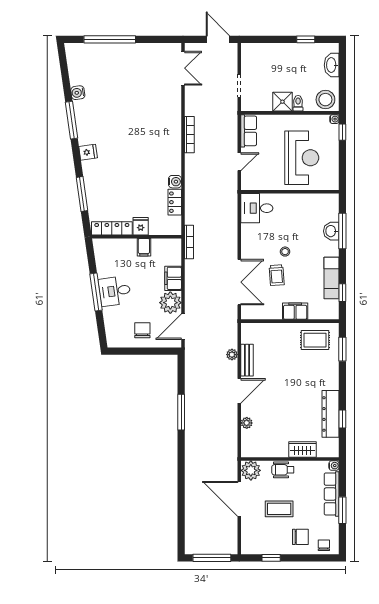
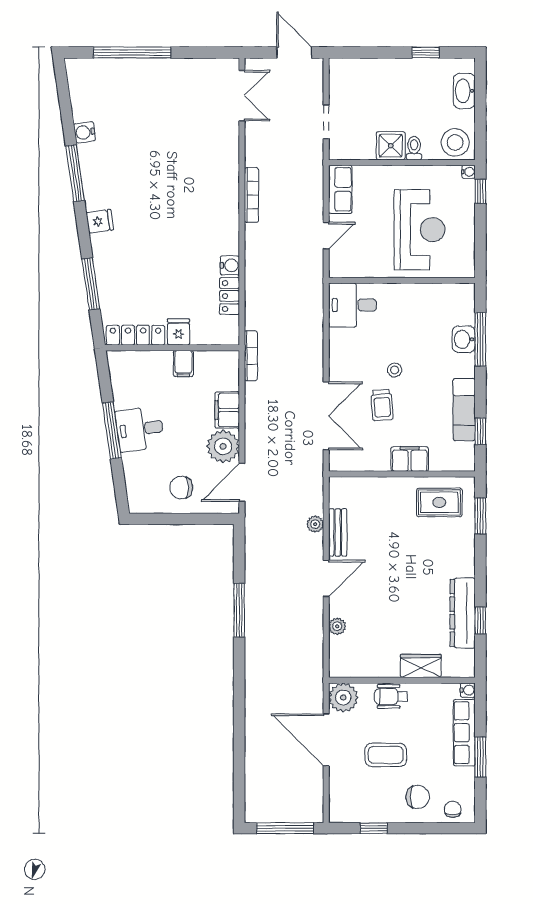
chair: (142, 330) -> (181, 488), turned -90

